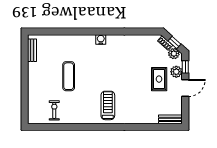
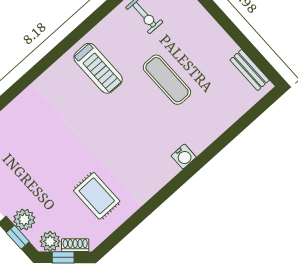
water cooler: (101, 39) -> (184, 156), moved
rug: (159, 79) -> (97, 196), moved
treadmill: (108, 105) -> (98, 68), moved

